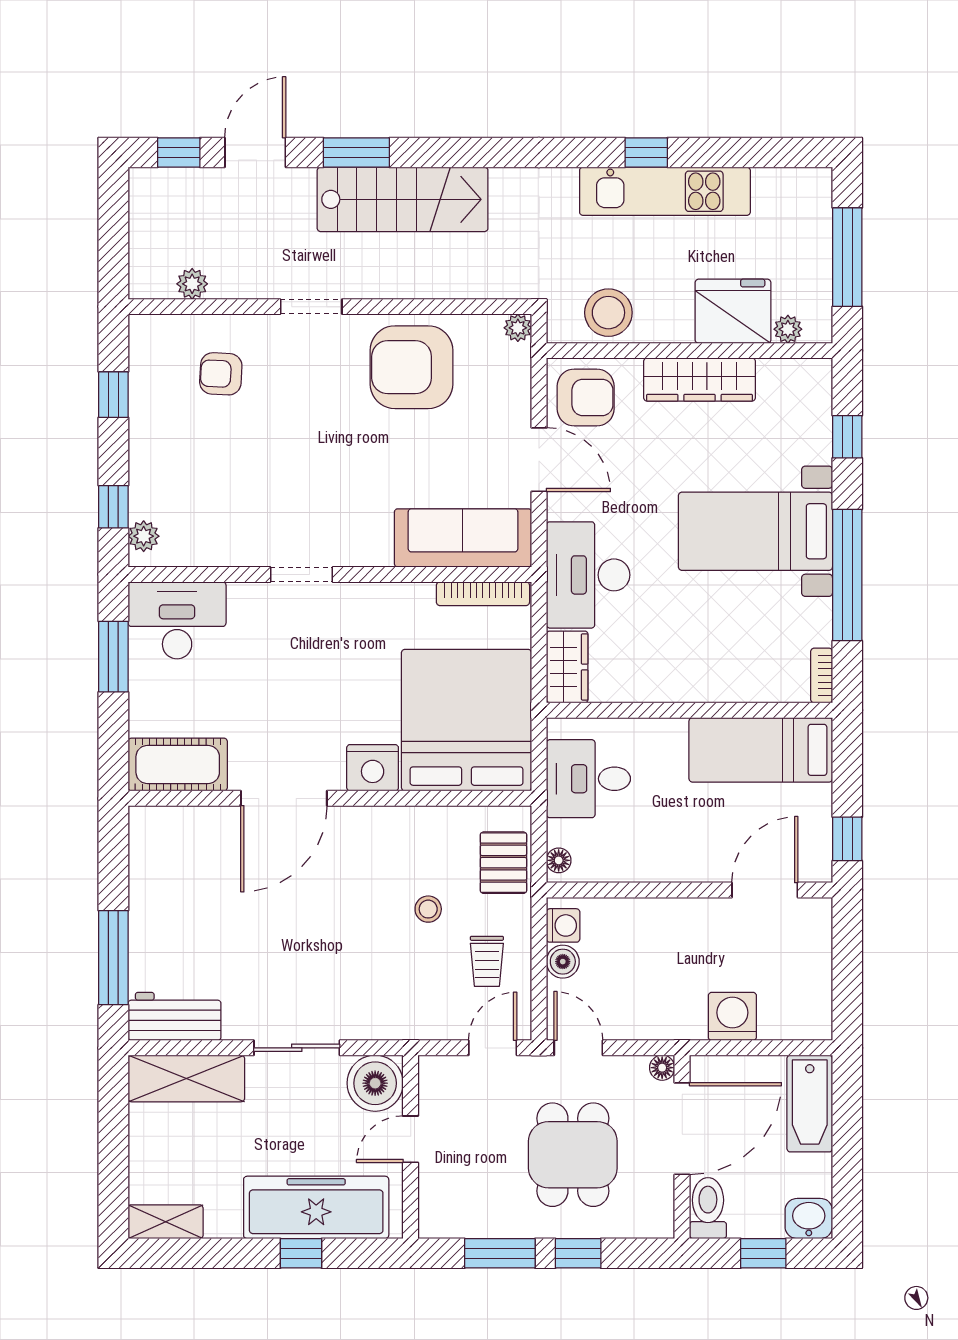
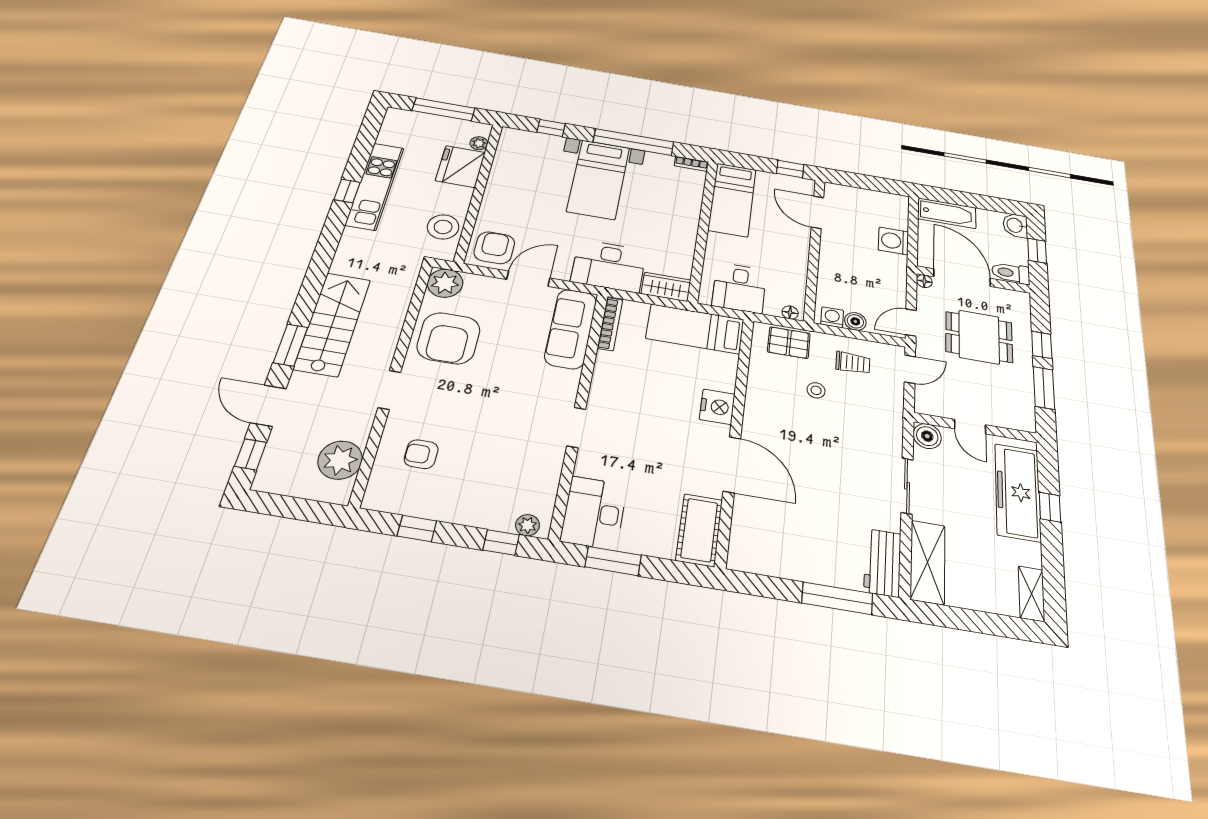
plant: (192, 284) -> (340, 460), width x1.88, depth x1.88
plant: (518, 328) -> (445, 283), width x1.87, depth x1.87
armchair: (221, 374) -> (421, 454), turned 87
wardrobe: (700, 380) -> (498, 190), removed
bed: (467, 720) -> (695, 329), width x0.49
door: (493, 1048) -> (910, 369), swing flipped
boiler: (375, 1083) -> (927, 436), width x0.73, depth x0.73

